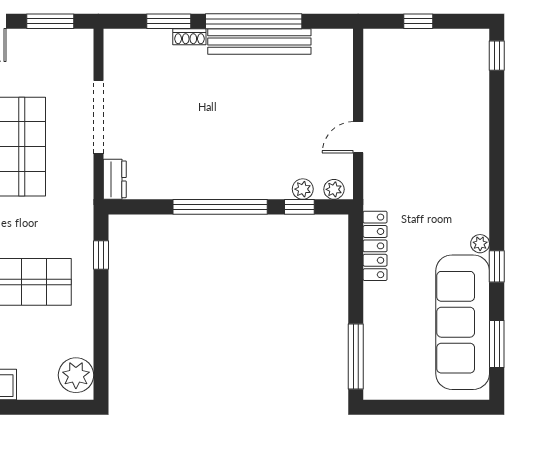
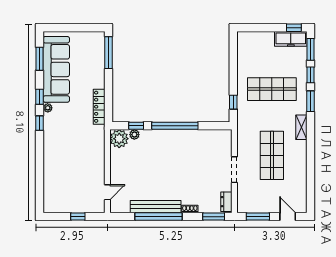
window: (169, 21) -> (214, 217), moved
window: (497, 56) -> (40, 123), moved
doorway: (98, 117) -> (234, 170), width x0.73
door: (358, 137) -> (107, 192), moved
dresser: (115, 179) -> (226, 202), moved
plant: (334, 189) -> (119, 139), width x1.87, depth x1.87
plant: (76, 375) -> (245, 44), removed

